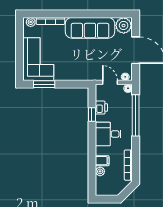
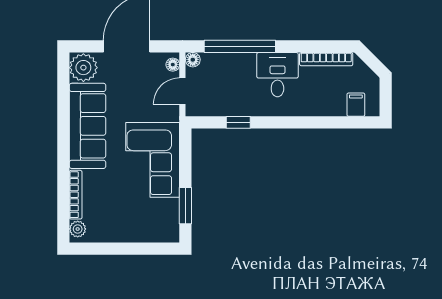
corner sofa: (38, 59) -> (153, 160), moved, turned -90
printer: (101, 108) -> (226, 106), removed
desk: (108, 134) -> (277, 75), moved, turned 180
filing cabinet: (102, 161) -> (356, 105), moved
plant: (100, 171) -> (337, 108), removed

